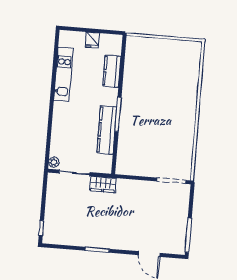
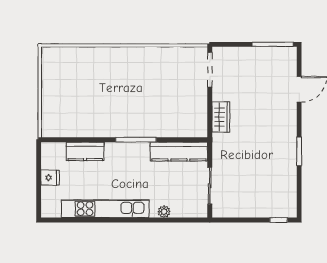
kitchen unit: (63, 74) -> (105, 209), width x1.36
kitchen counter: (107, 130) -> (179, 152), moved
plant: (54, 162) -> (164, 212), moved
wardrobe: (103, 184) -> (221, 117), moved

